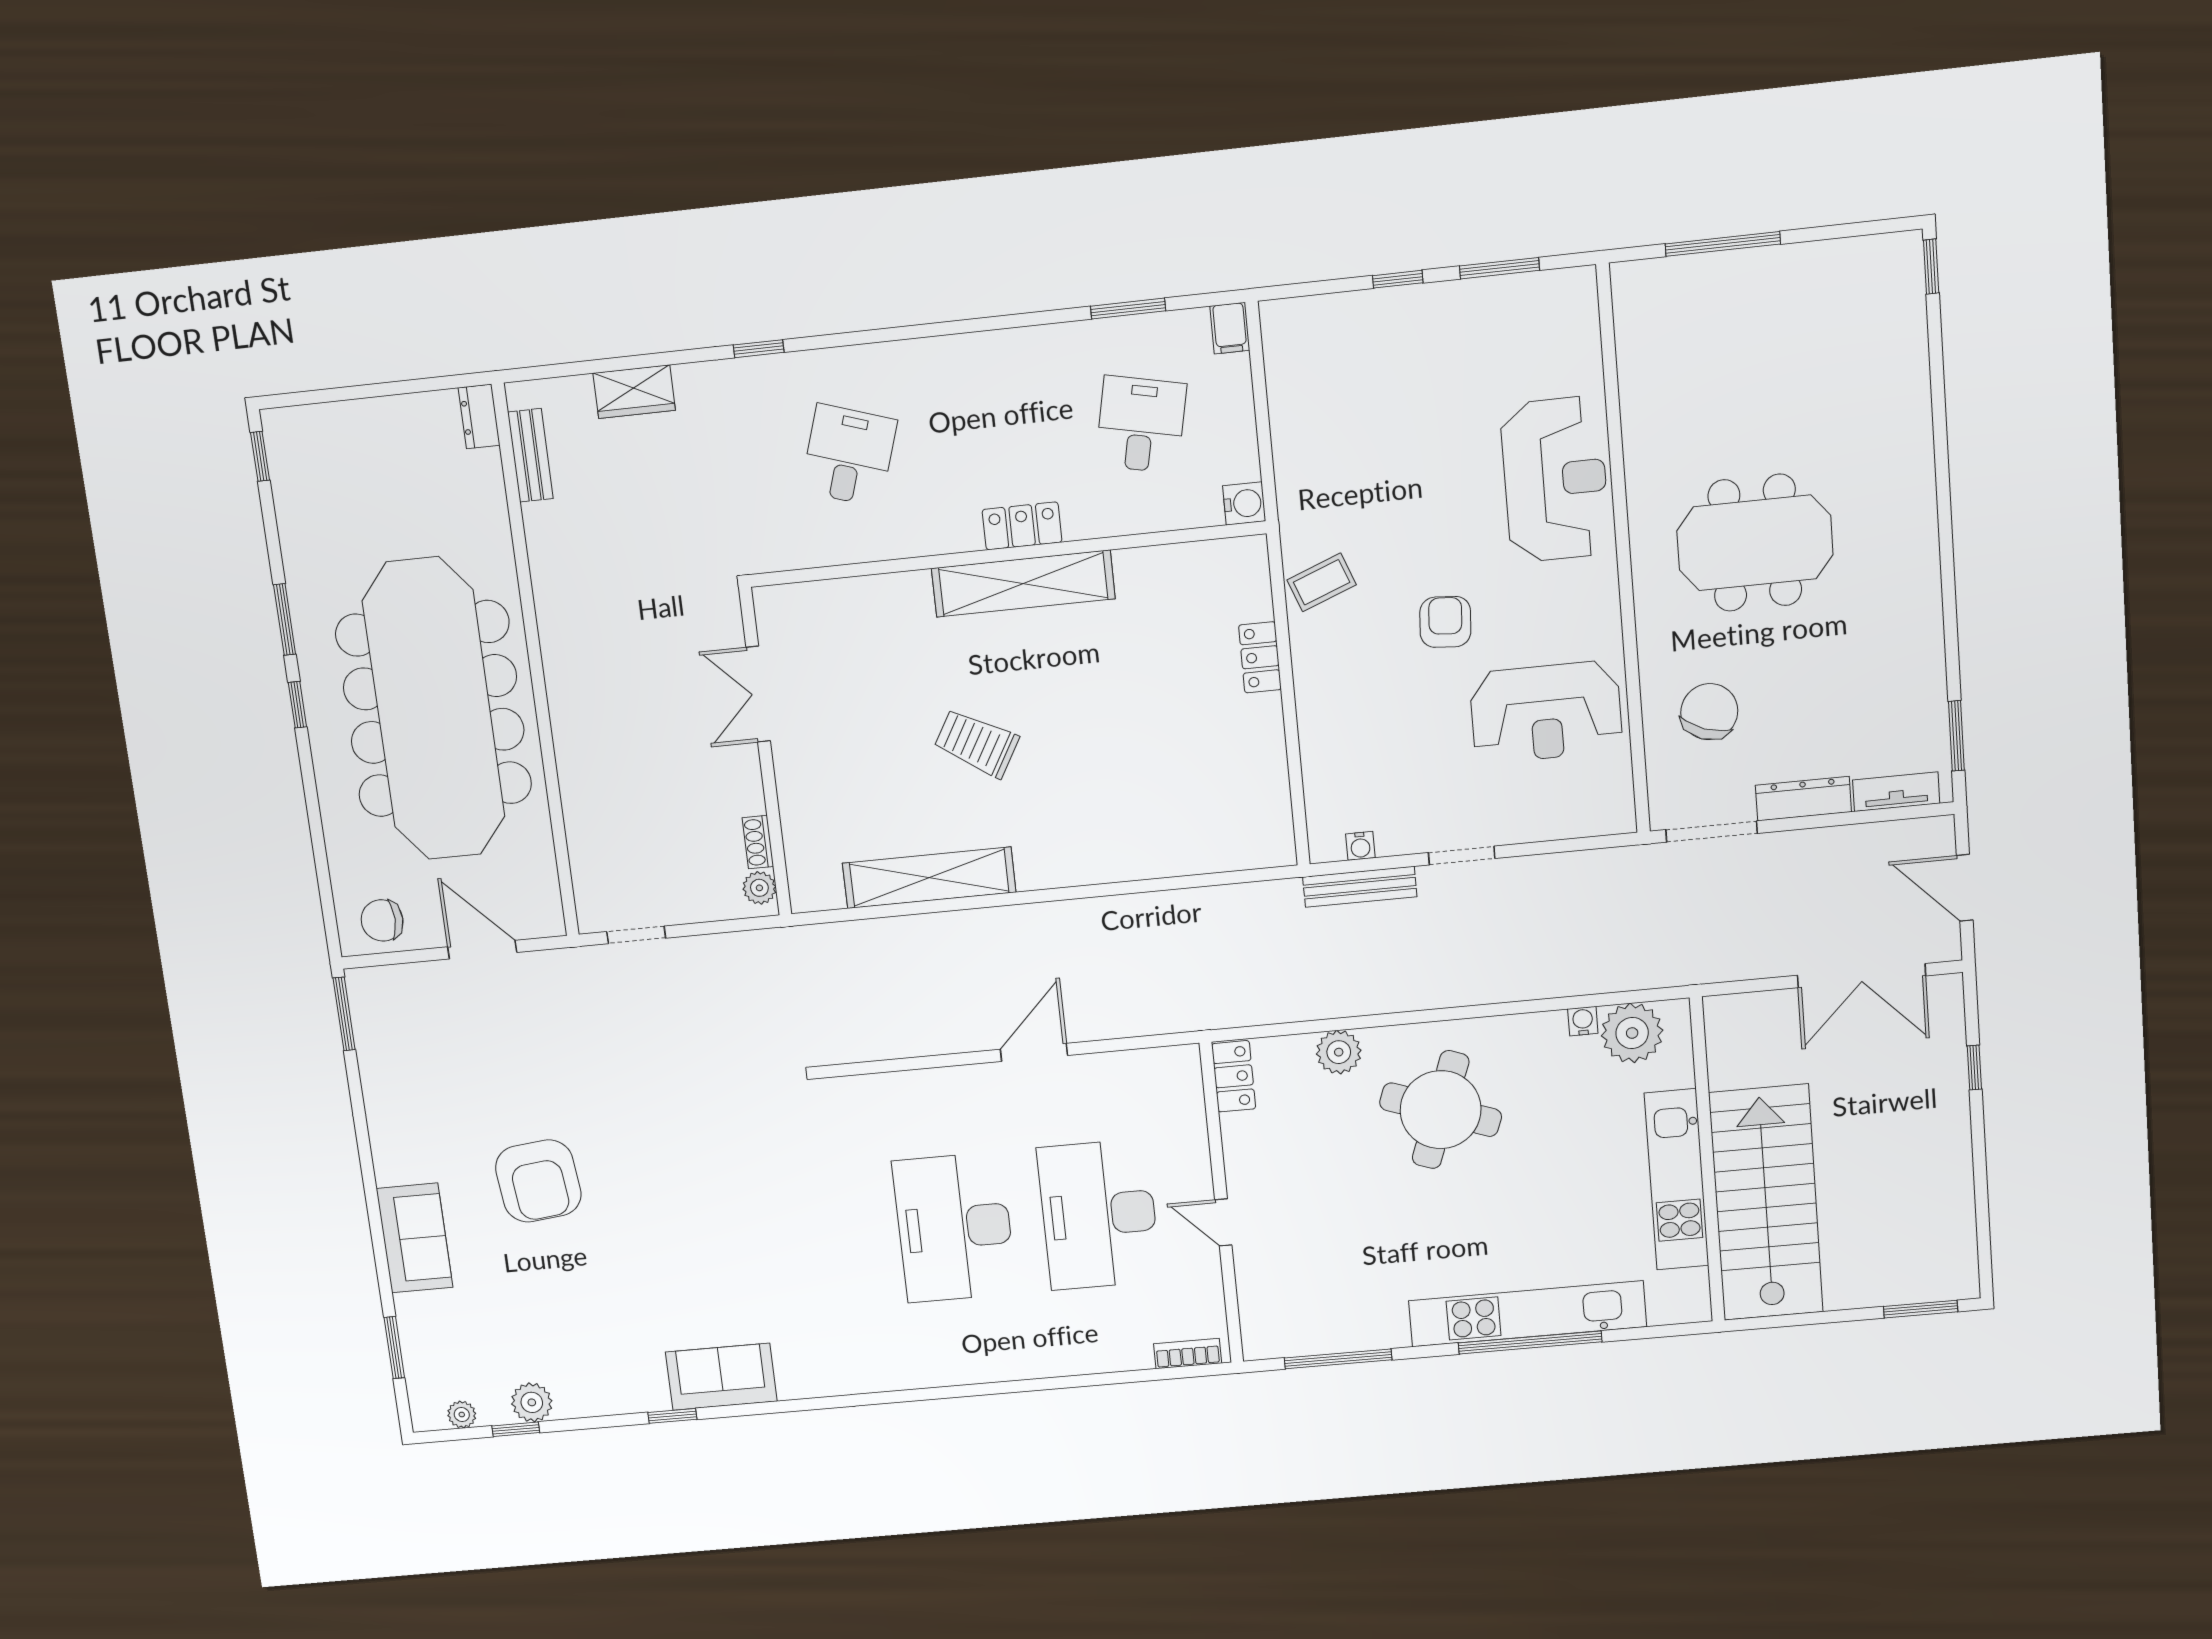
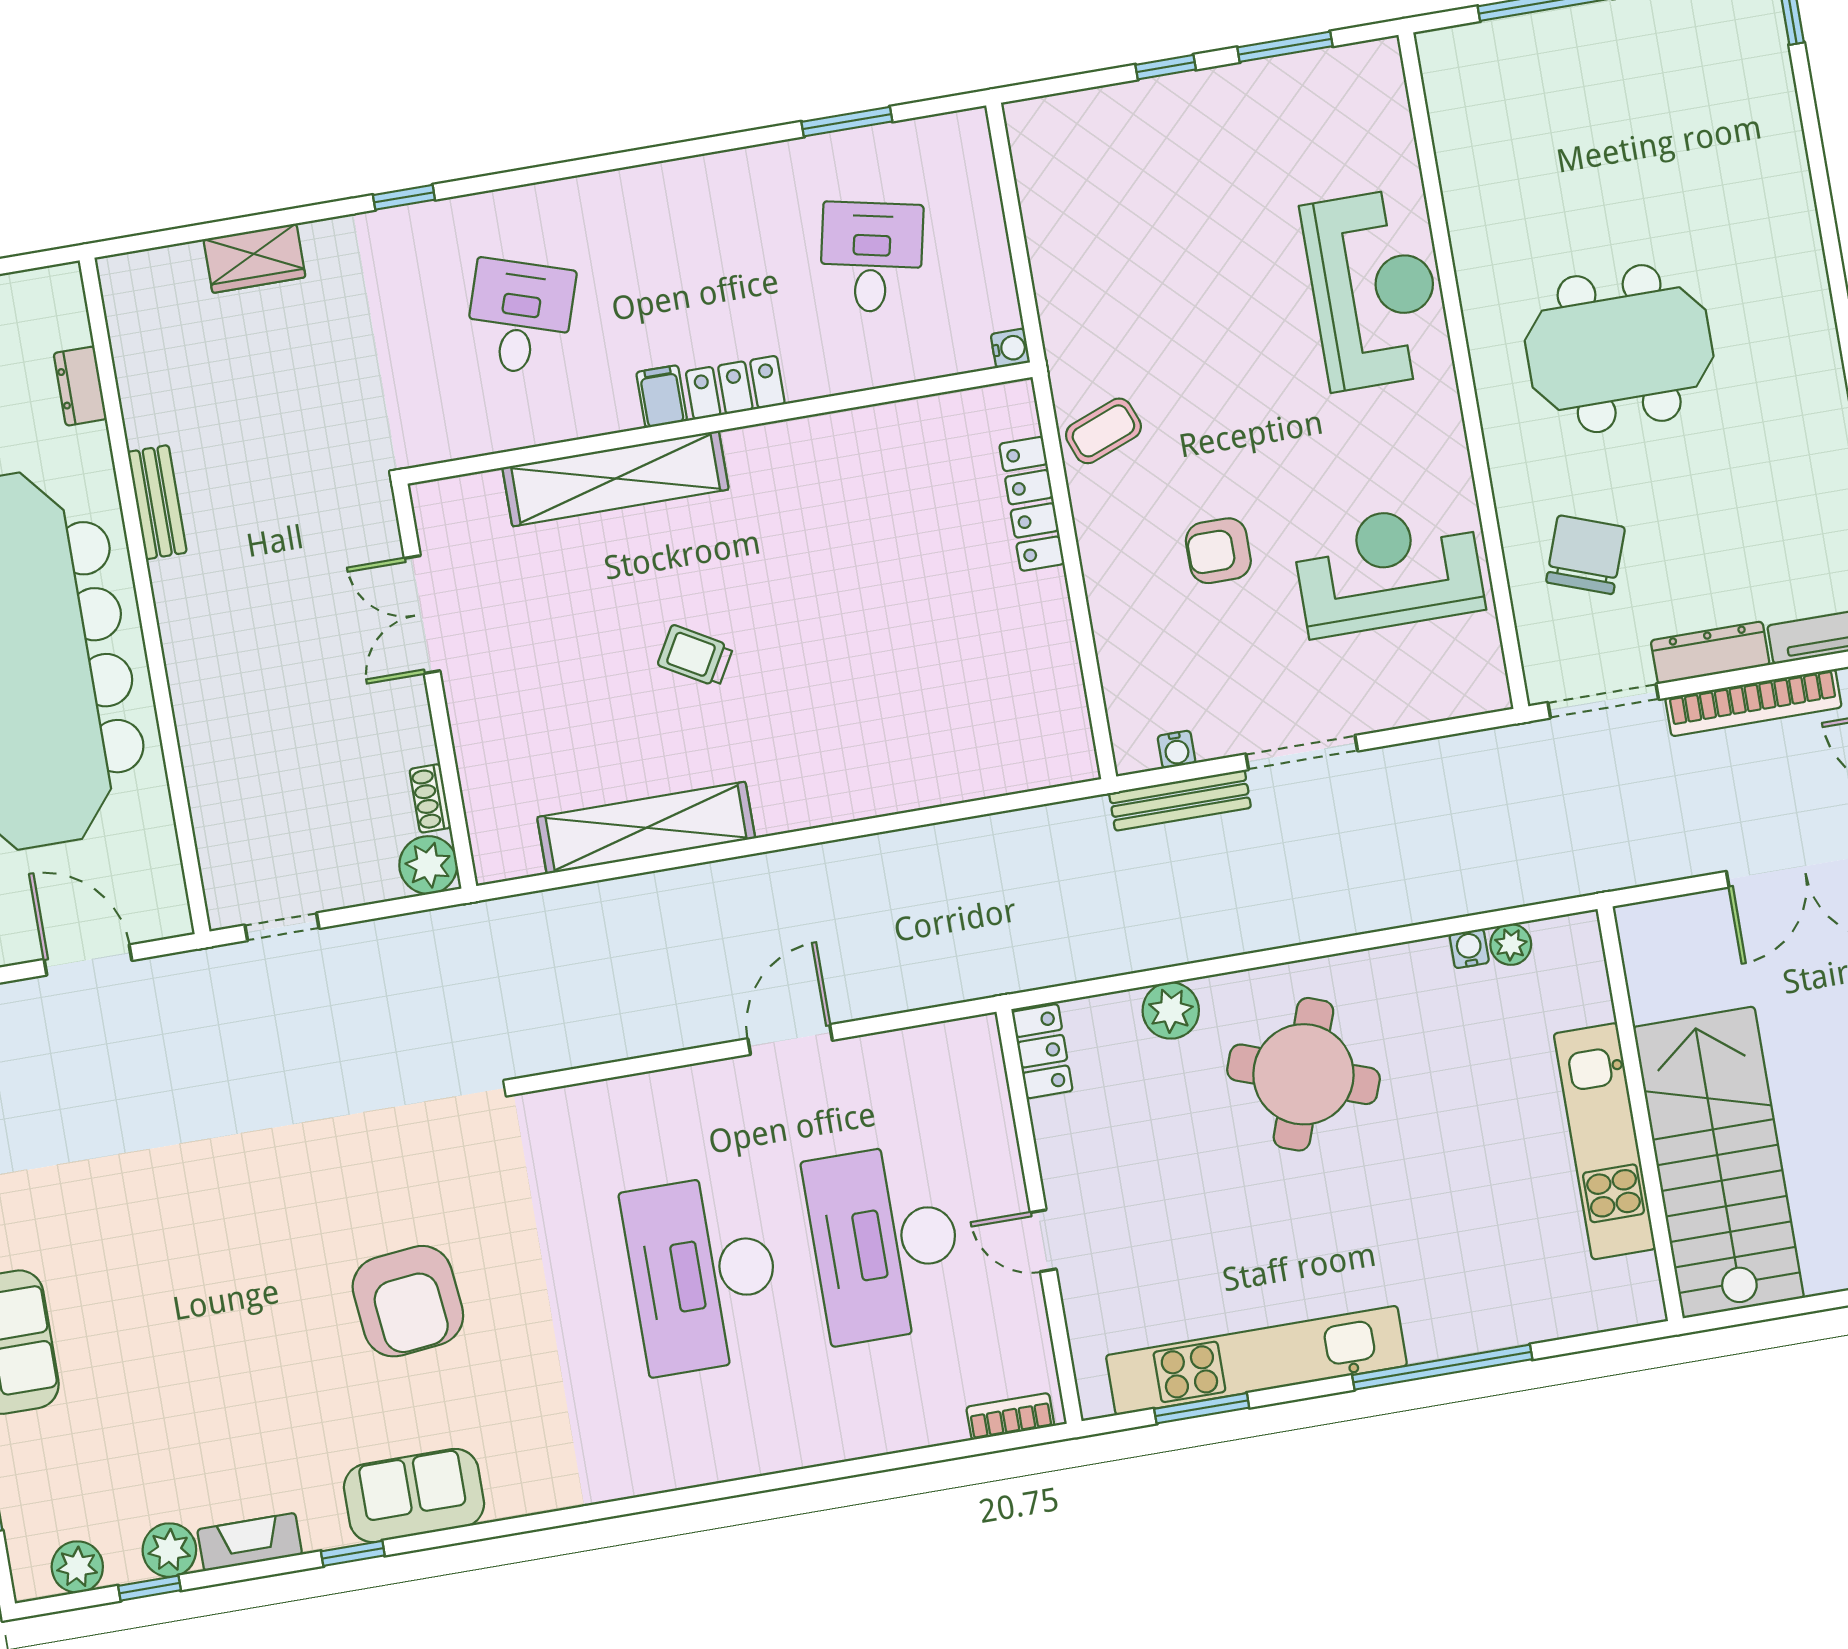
filing cabinet: (1230, 328) -> (662, 396), moved, turned 180
dresser: (479, 416) -> (80, 386), moved
bench: (530, 455) -> (157, 502), moved
water cooler: (1244, 503) -> (1010, 348), width x0.72, depth x0.72
shelving: (1023, 584) -> (616, 479), moved
armchair: (1445, 622) -> (1218, 551), moved, turned -94
locker: (1260, 657) -> (1032, 504), width x1.53
reception desk: (1546, 712) -> (1388, 569), turned 180
trolley: (976, 743) -> (695, 656), width x0.73, depth x0.72
bookcase: (1834, 842) -> (1753, 703), added
doorway: (1462, 855) -> (1302, 752), width x1.38
plant: (759, 888) -> (428, 865), width x1.38, depth x1.38
plant: (1632, 1033) -> (1511, 944), width x0.53, depth x0.53
armchair: (538, 1181) -> (408, 1301), moved
kitchen unit: (1527, 1314) -> (1256, 1360), moved
window: (1338, 1359) -> (1202, 1408), width x0.69
fireplace: (593, 1401) -> (250, 1542), added
plant: (462, 1415) -> (77, 1567), width x1.38, depth x1.38

